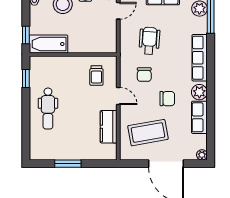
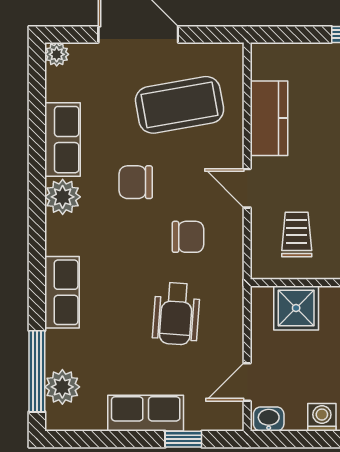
shower: (97, 43) -> (296, 308), added
row of seats: (200, 58) -> (62, 292), width x0.68
chair: (144, 75) -> (188, 237), turned 90

